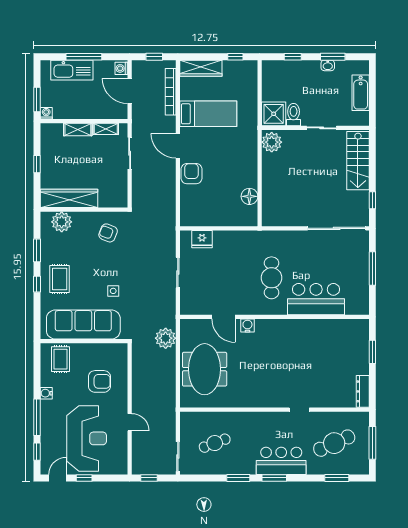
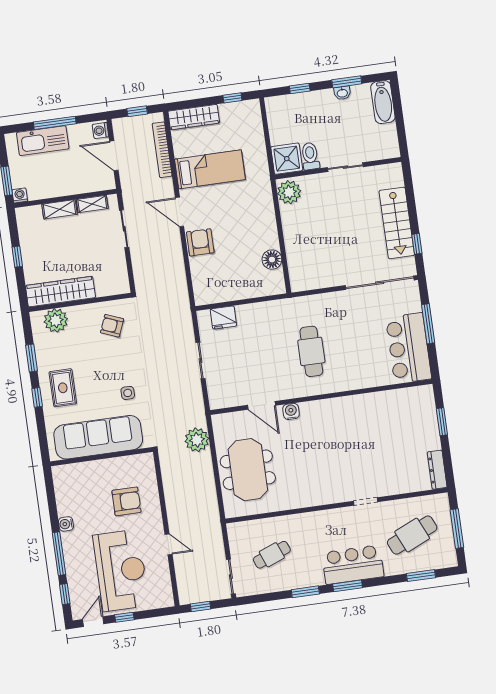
bathtub: (361, 93) -> (383, 102), moved
stairs: (358, 161) -> (397, 223), moved
bar counter: (316, 299) -> (409, 348), moved, turned -90
rug: (60, 359) -> (77, 482), removed

